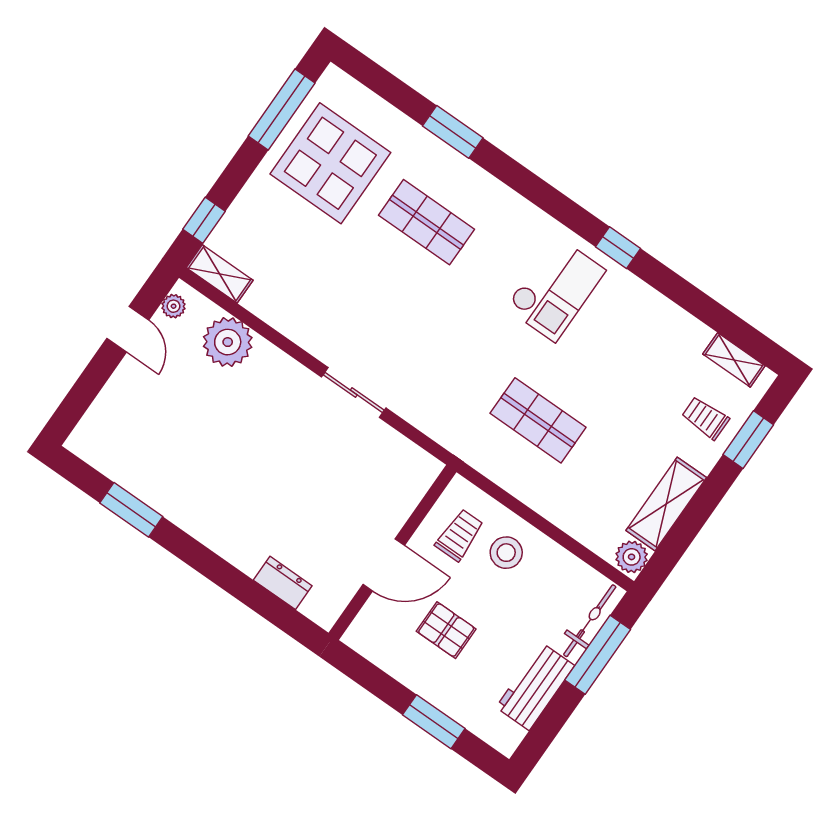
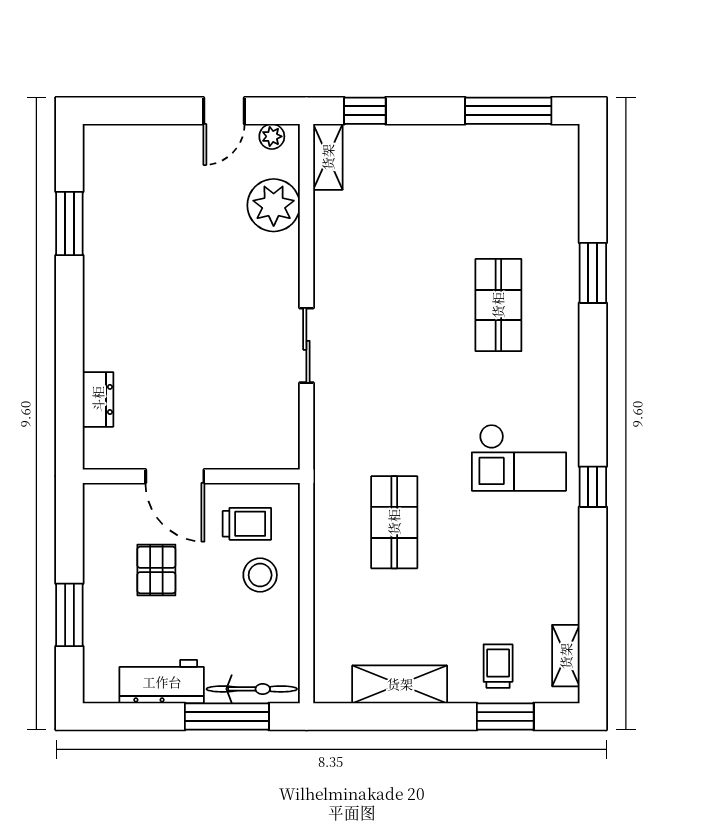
display table: (330, 163) -> (491, 186), removed
plant: (632, 557) -> (333, 686), removed

